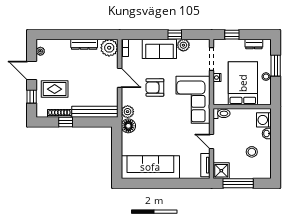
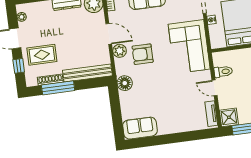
armchair: (155, 88) -> (143, 54), moved
plant: (128, 112) -> (120, 51), moved
toilet: (222, 113) -> (223, 72), moved
window: (66, 122) -> (58, 88), width x2.17
sofa: (150, 167) -> (140, 128), width x0.54, depth x0.79

